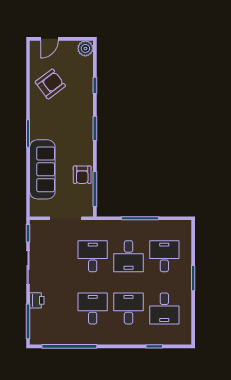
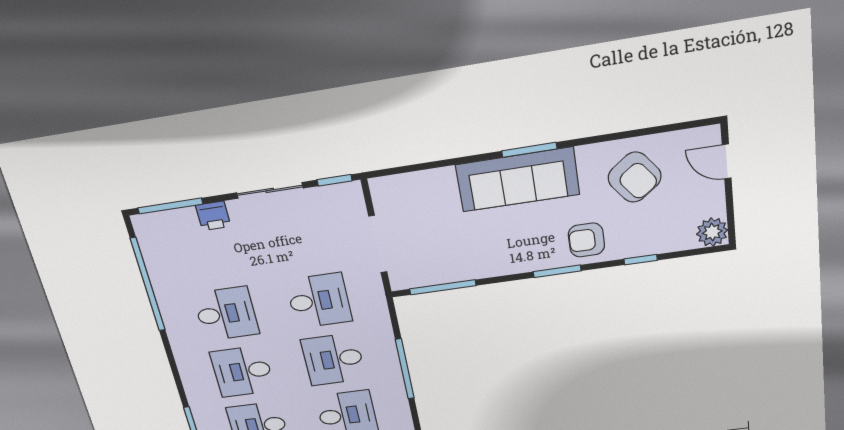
sofa: (42, 169) -> (517, 180), moved
armchair: (82, 175) -> (586, 240), moved
desk: (129, 308) -> (242, 371), turned 180

